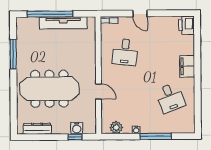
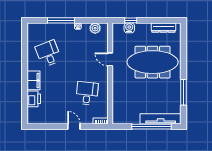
tv unit: (63, 23) -> (161, 119), moved
printer: (187, 25) -> (34, 99), moved

